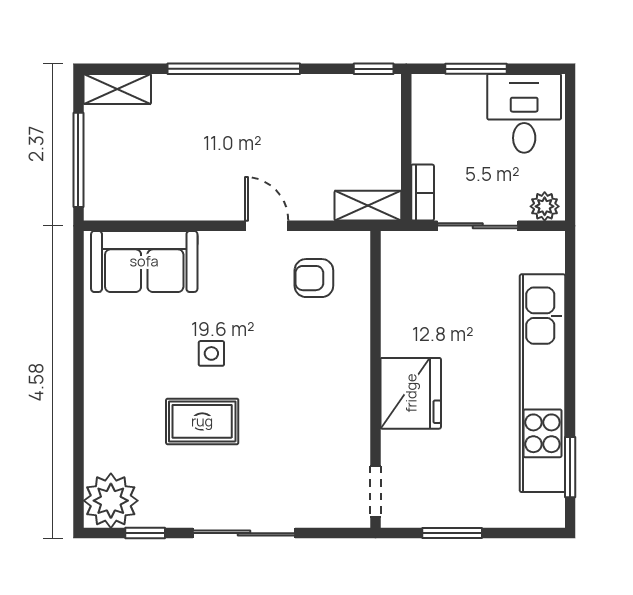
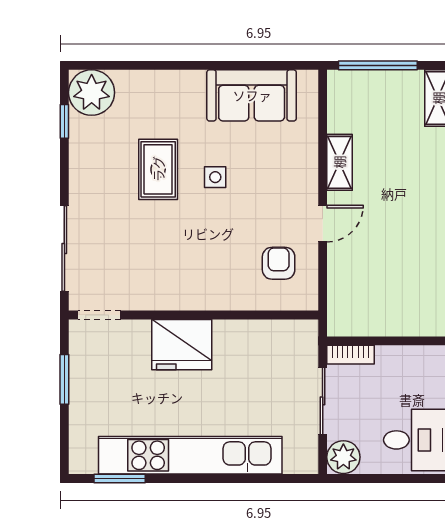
shelving: (368, 206) -> (339, 162), moved
plant: (545, 206) -> (343, 457), width x1.38, depth x1.38
sofa: (144, 261) -> (252, 95), moved, turned -90
sliding door: (244, 533) -> (64, 249), moved

